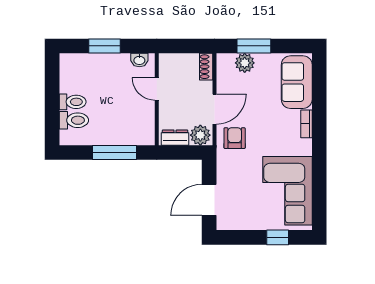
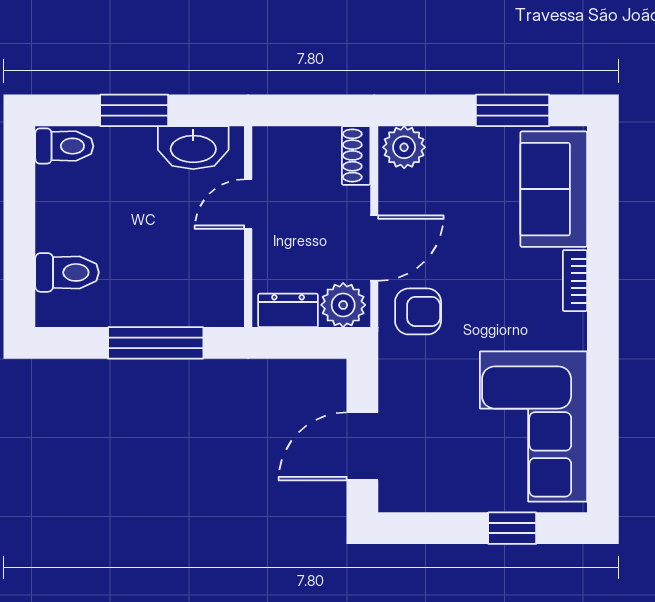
window: (254, 46) -> (513, 110), moved
washbasin: (139, 60) -> (193, 148), width x1.91, depth x1.45
plant: (245, 63) -> (404, 147), moved
door: (157, 89) -> (248, 204), hinge flipped
toilet: (73, 102) -> (64, 146), moved
armchair: (235, 138) -> (418, 311), turned 90

